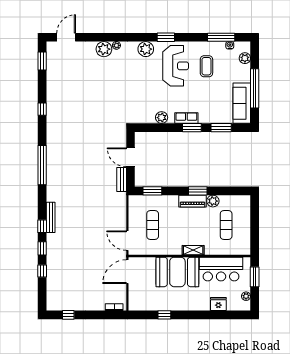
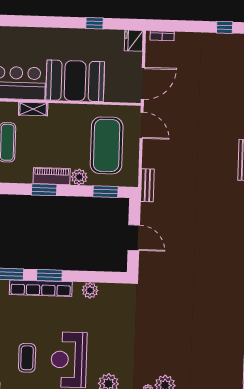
row of seats: (186, 118) -> (41, 288), width x2.02
bench: (122, 179) -> (147, 185), moved
plant: (213, 201) -> (79, 177), moved
exercise mat: (153, 225) -> (107, 145), width x2.00, depth x1.45
shelving: (193, 250) -> (33, 109), moved
fridge: (218, 304) -> (134, 41), moved, turned 90

